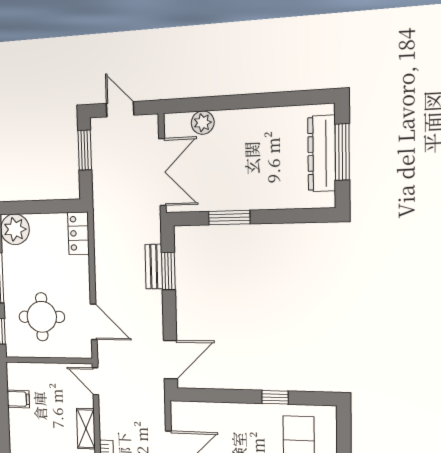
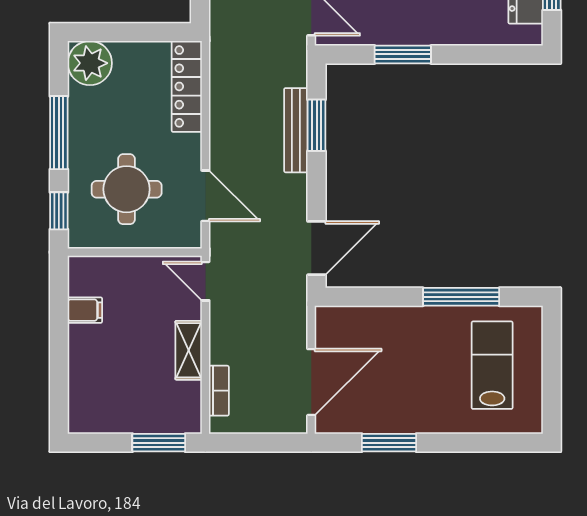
locker: (78, 233) -> (187, 86), width x1.53
bench: (154, 267) -> (296, 130), width x1.36
window: (275, 397) -> (461, 297), width x2.17

